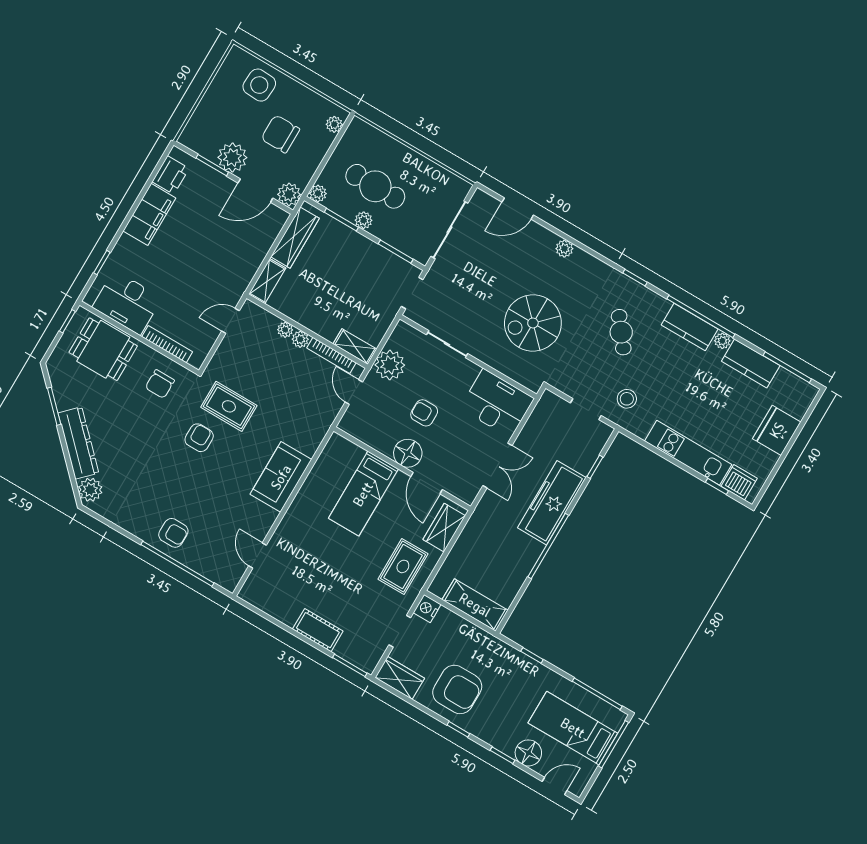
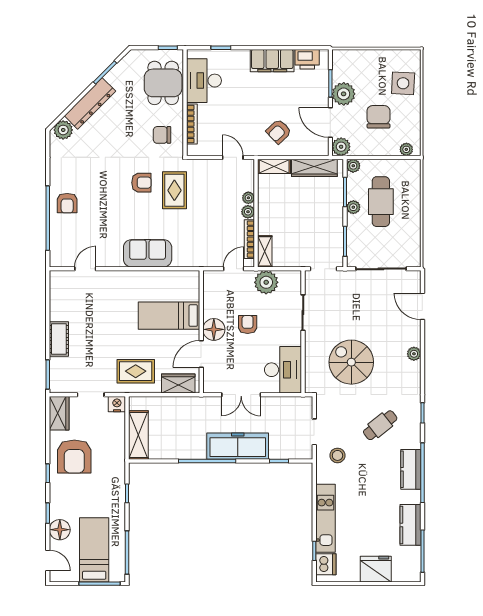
armchair: (232, 253) -> (279, 131), added
plant: (722, 341) -> (415, 497), removed

